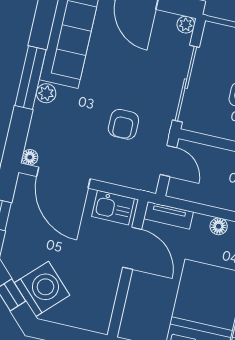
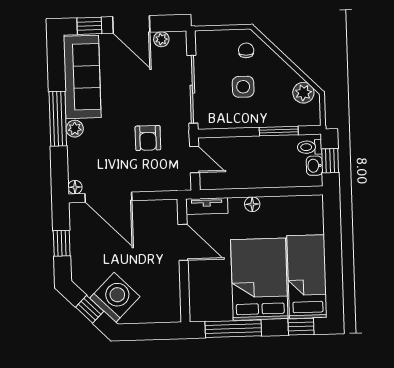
plant: (186, 25) -> (161, 39), moved
kitchen sink: (113, 208) -> (157, 212), removed

